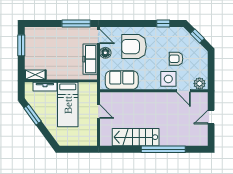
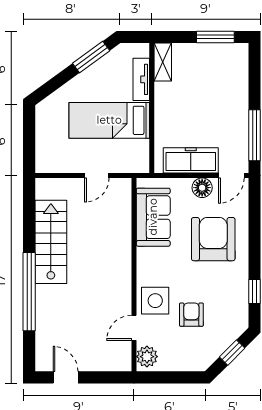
door: (211, 117) -> (66, 377), moved

